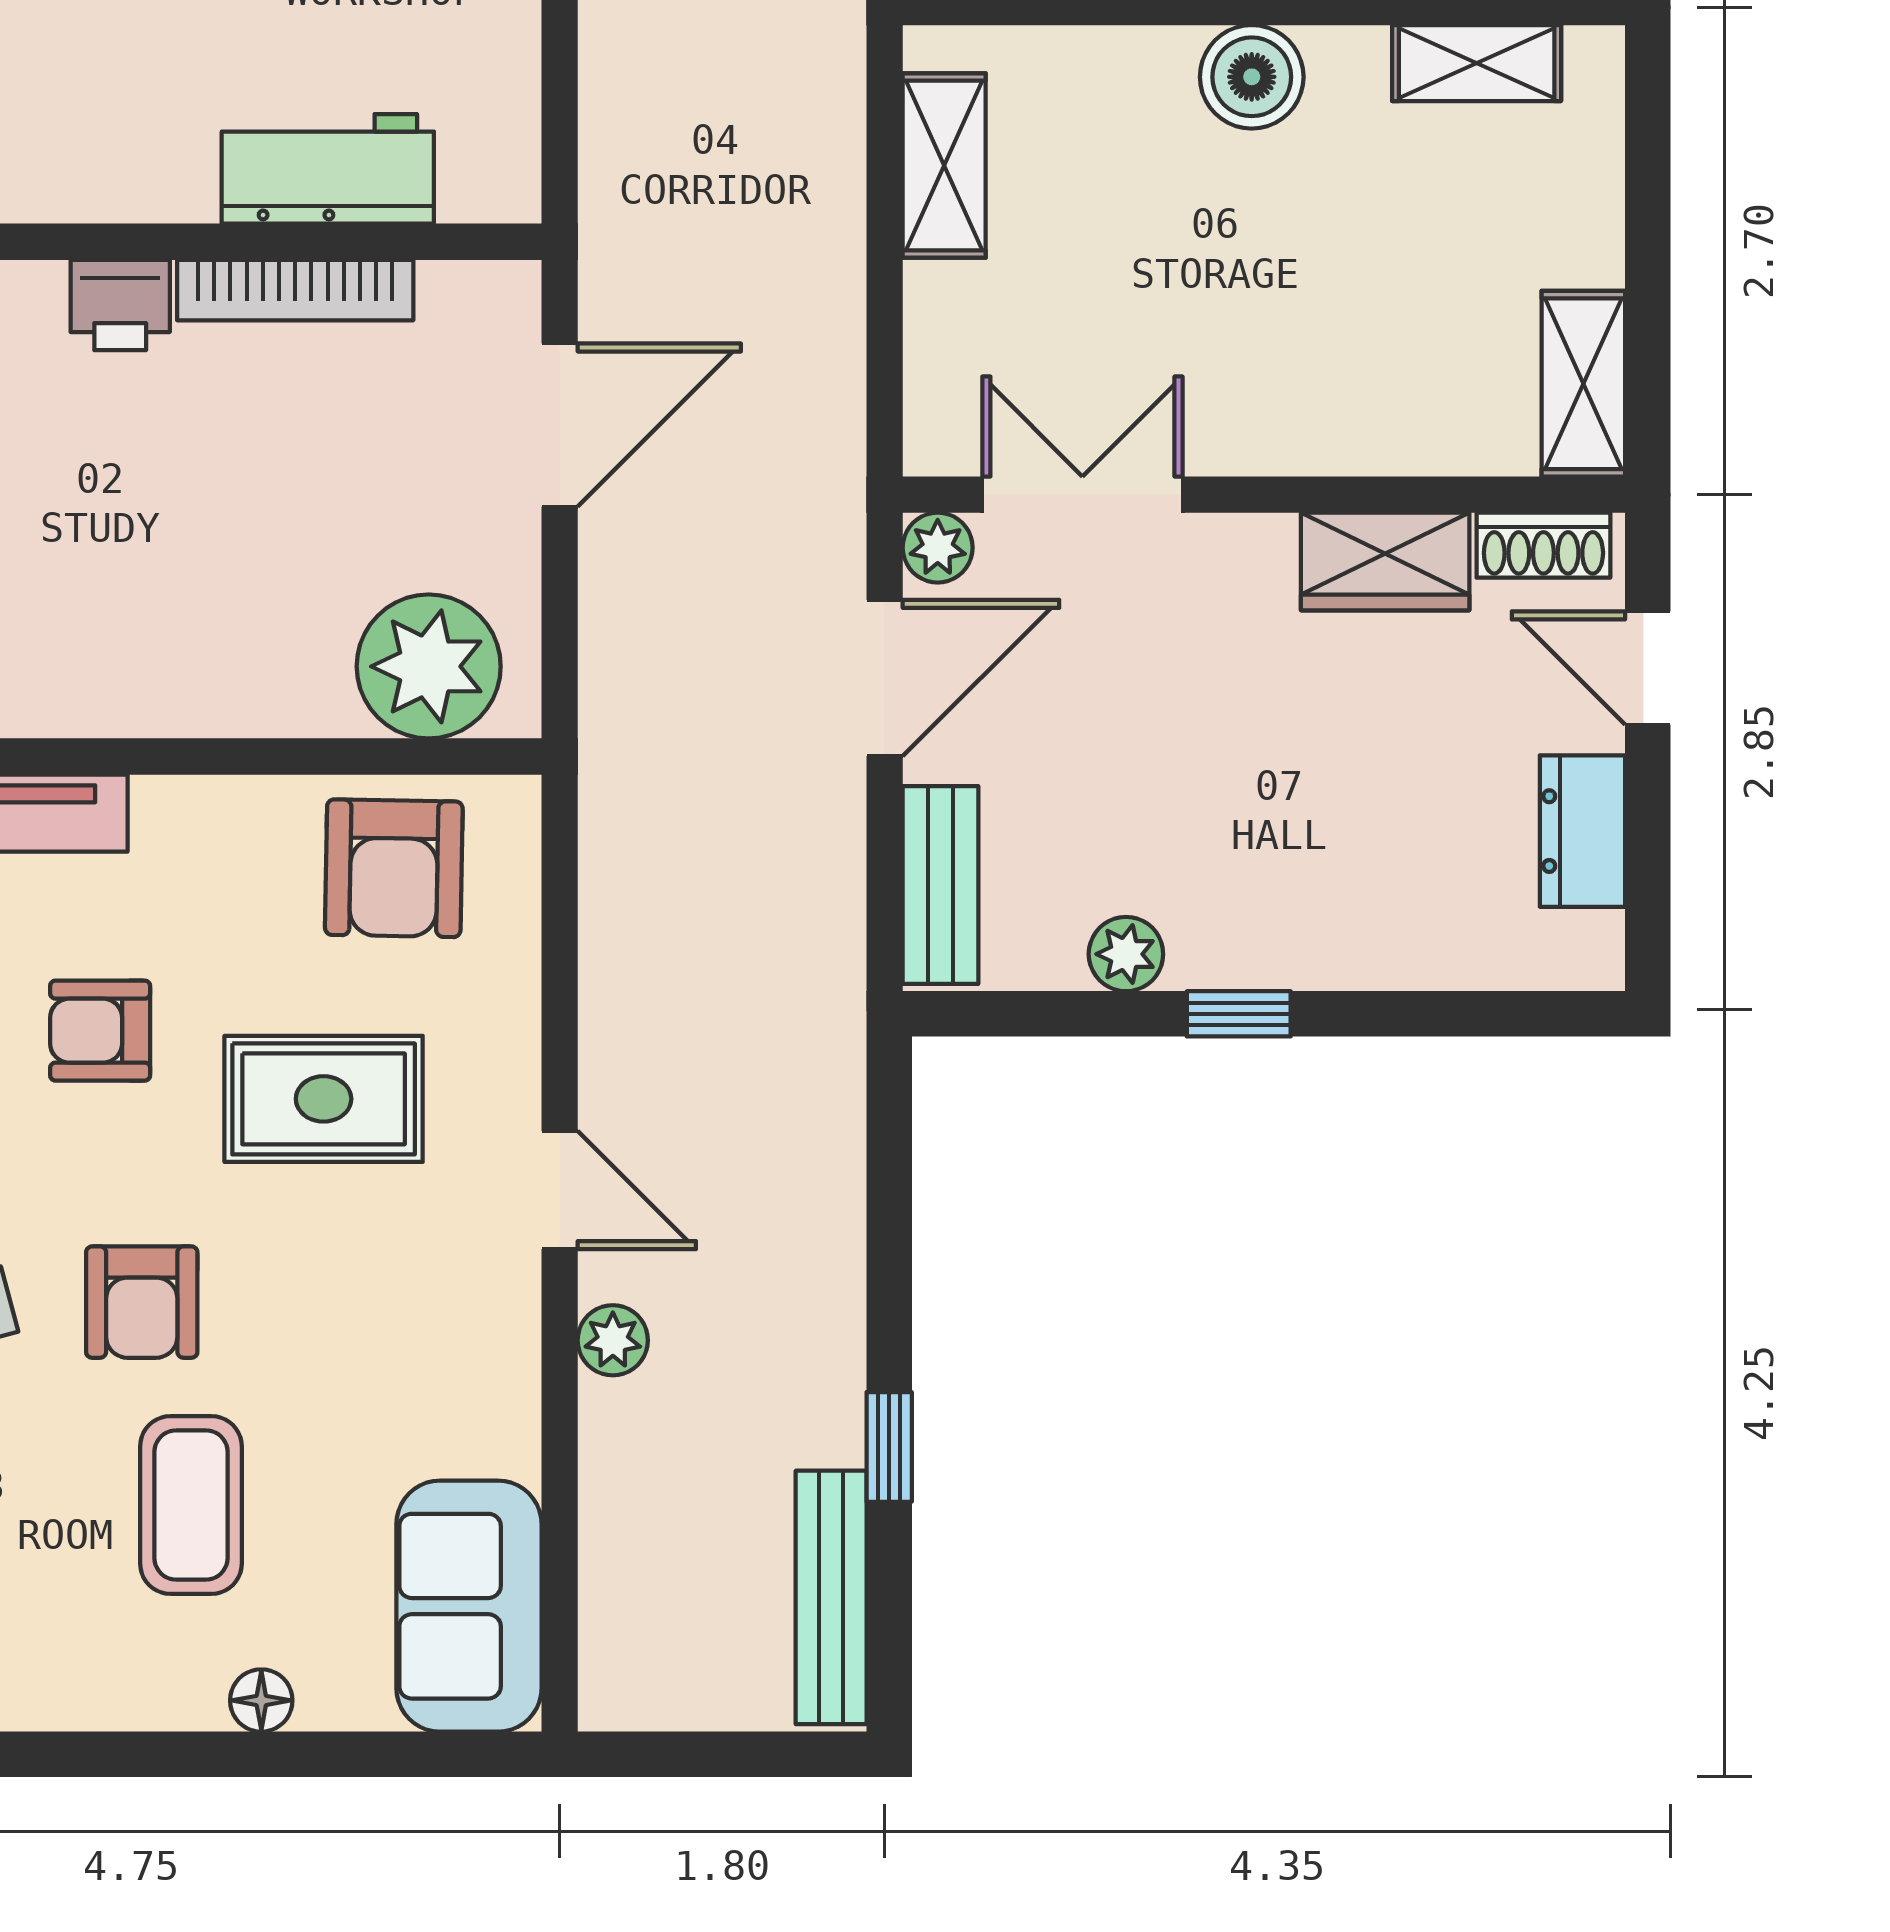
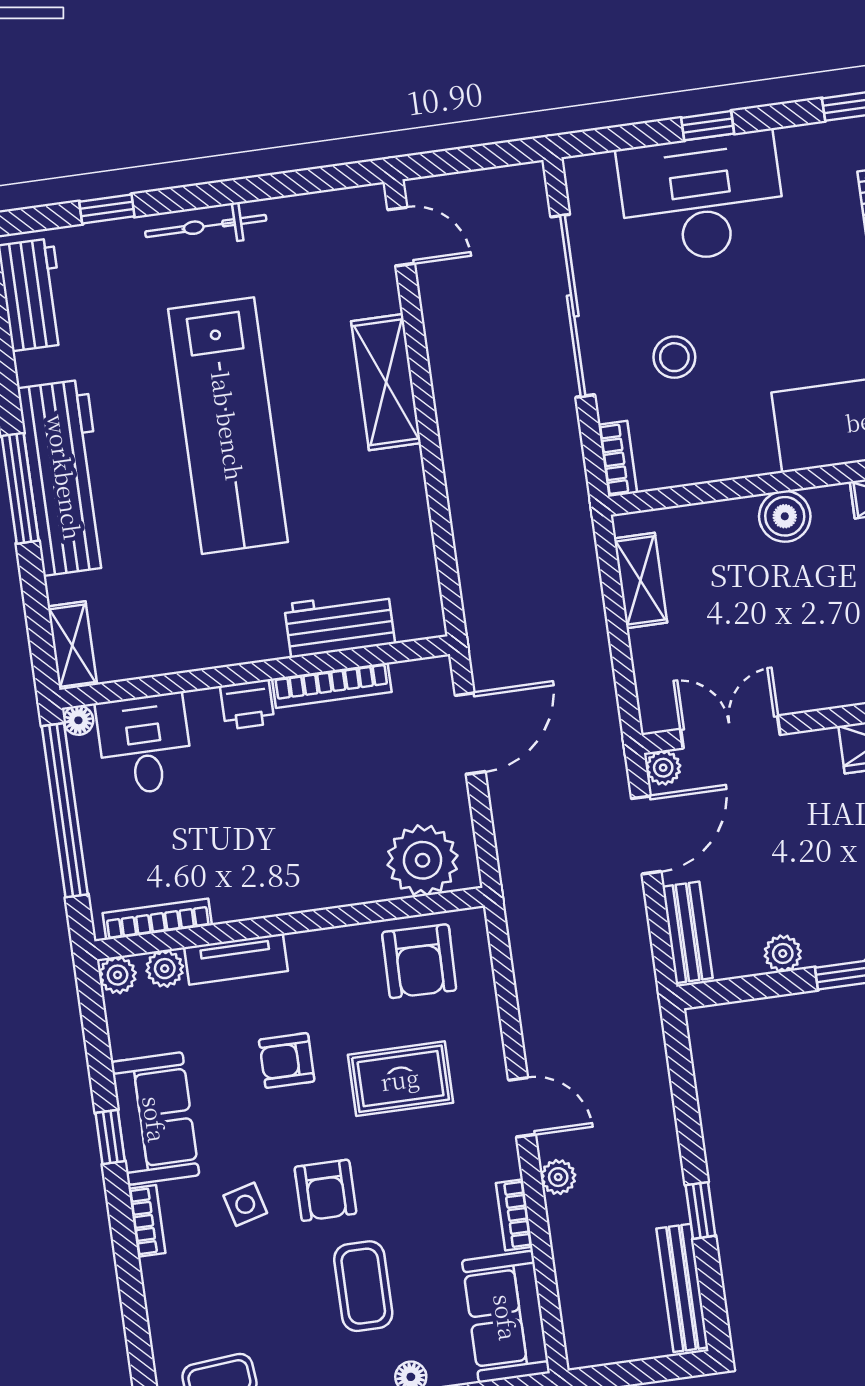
bookcase: (514, 1404) -> (514, 1215), added

